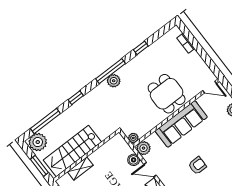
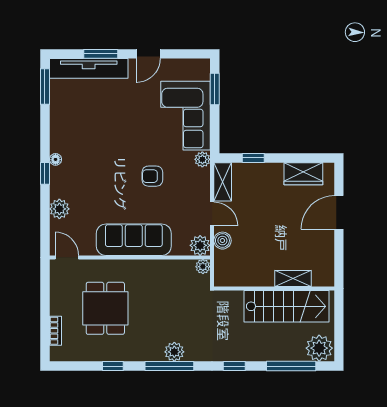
dining table: (167, 94) -> (105, 308), moved
window: (39, 166) -> (339, 319), removed

